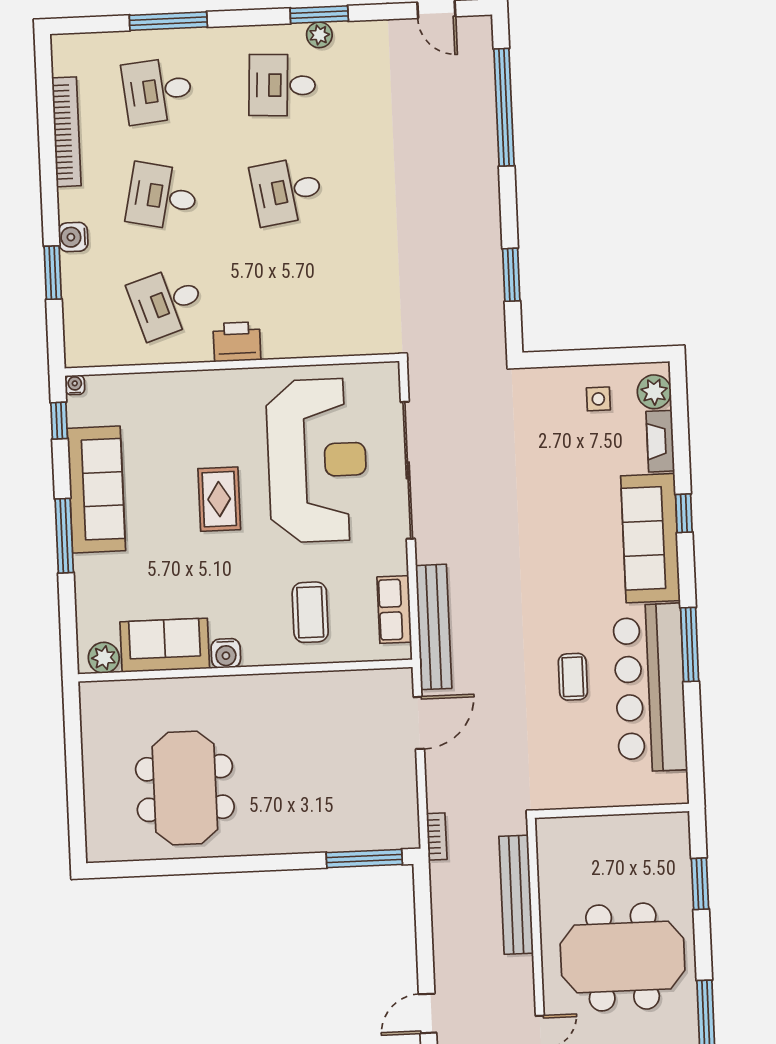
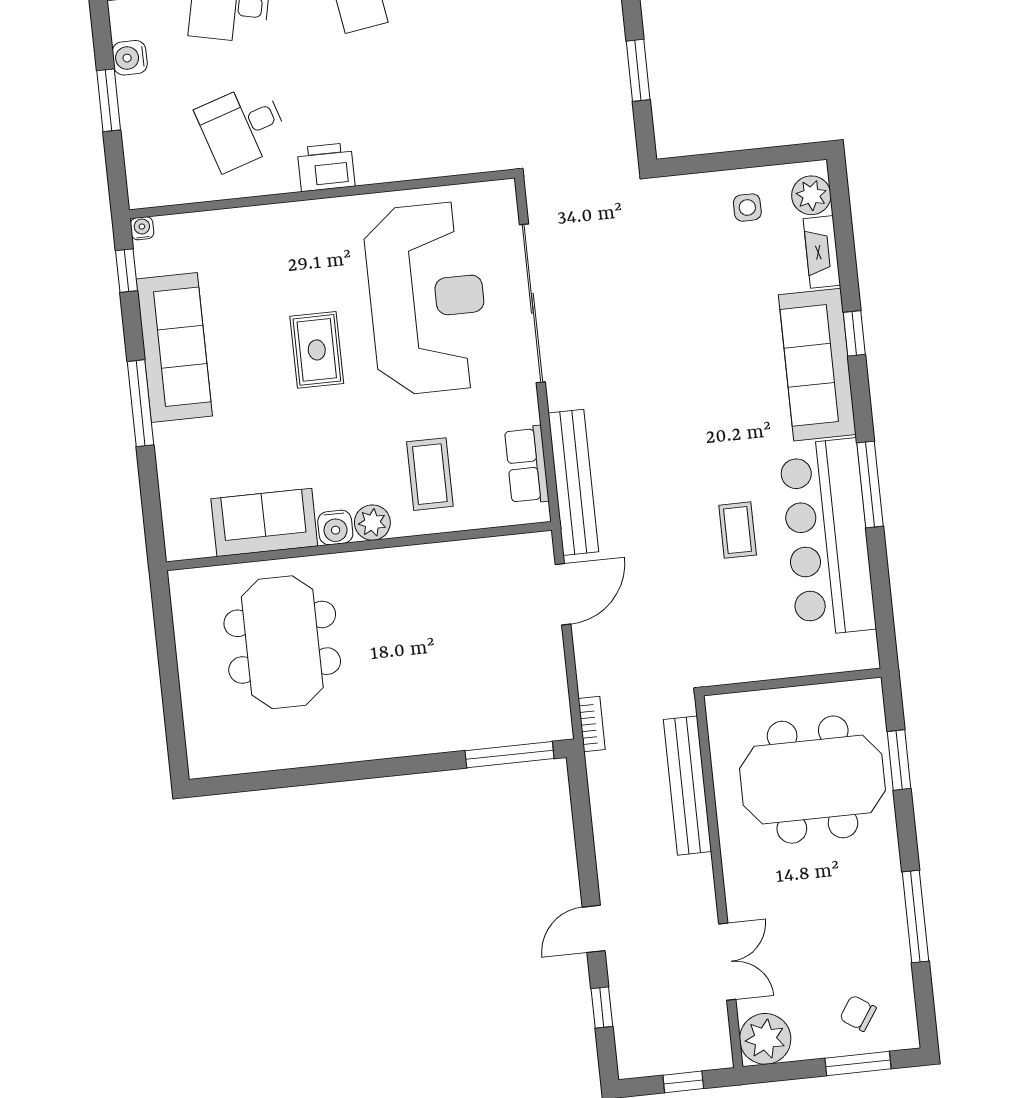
plant: (104, 658) -> (372, 523), moved
meeting table: (185, 788) -> (282, 642), moved
meeting table: (623, 957) -> (813, 780), moved

